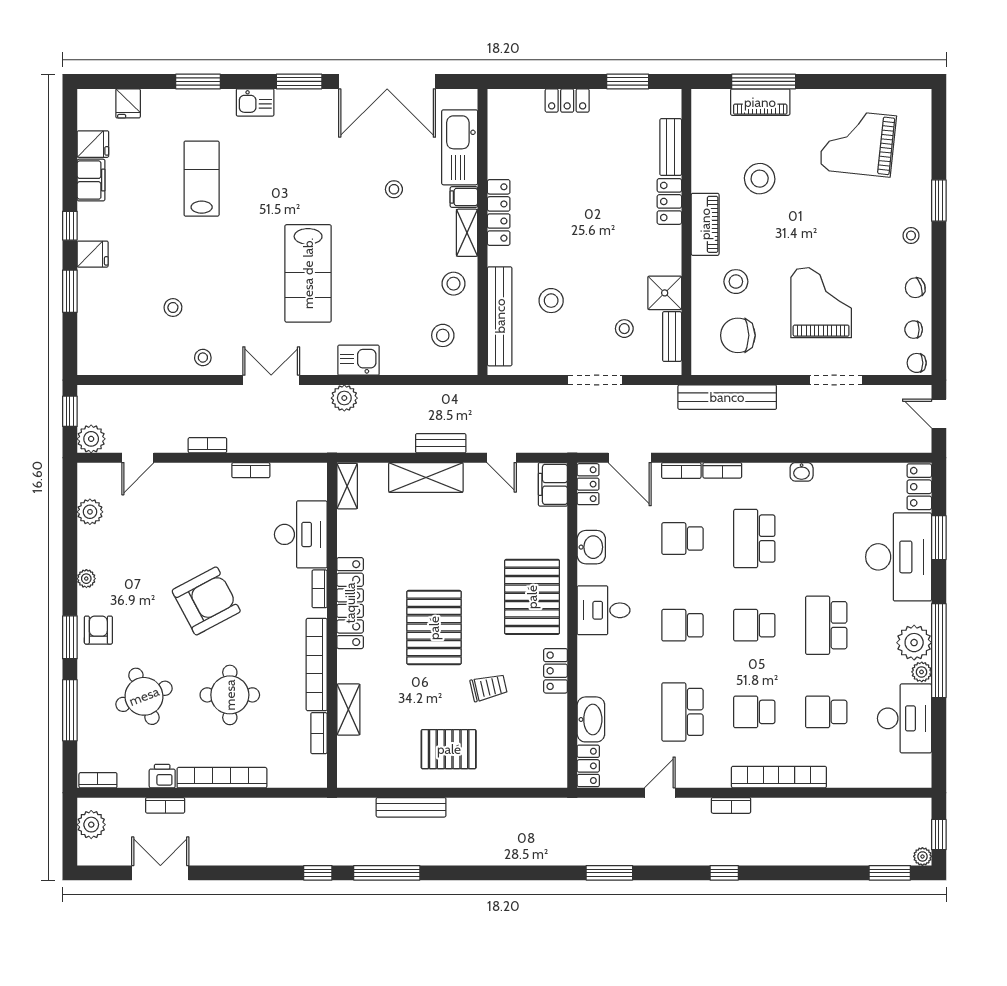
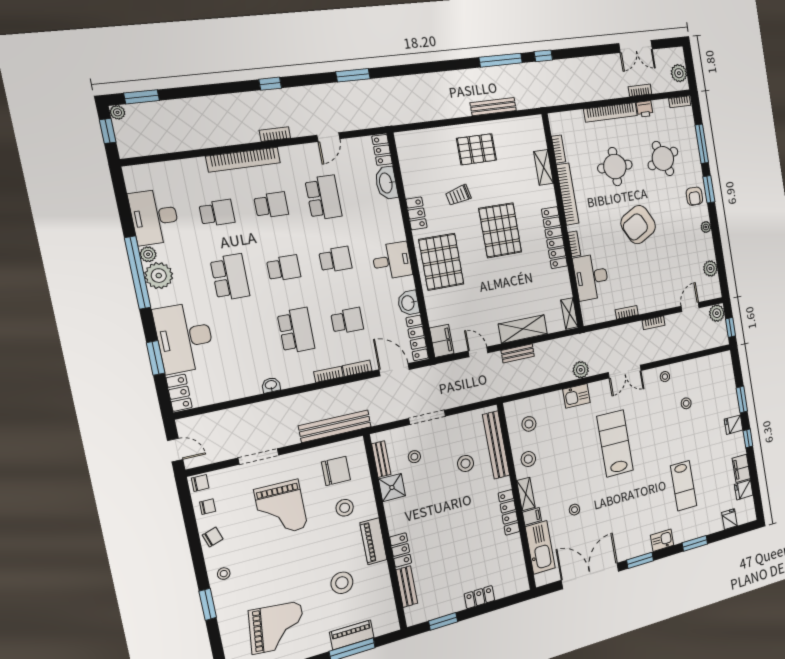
locker: (588, 484) -> (417, 338), width x1.53

